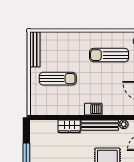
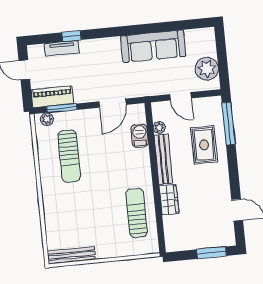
sun lounger: (58, 79) -> (137, 213), moved
barbecue: (93, 109) -> (140, 136), moved

